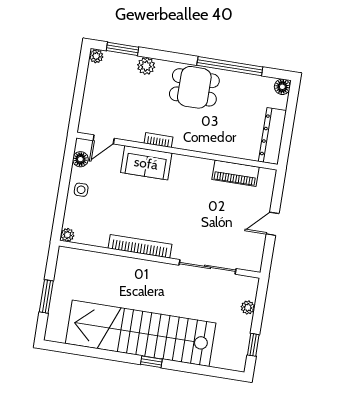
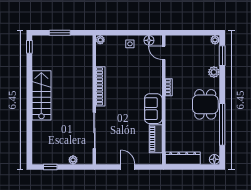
sofa: (146, 163) -> (153, 109), moved
stairs: (141, 333) -> (41, 95), width x0.54, depth x0.66
window: (151, 362) -> (29, 47), moved

